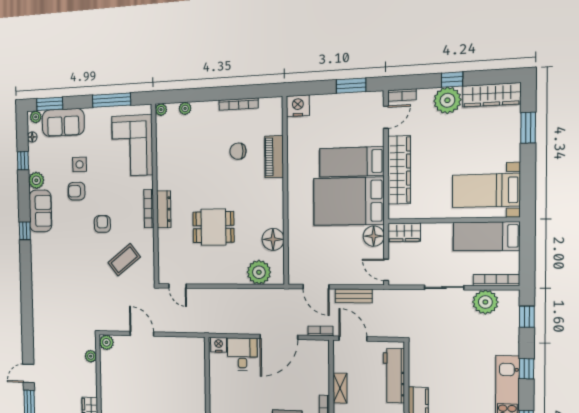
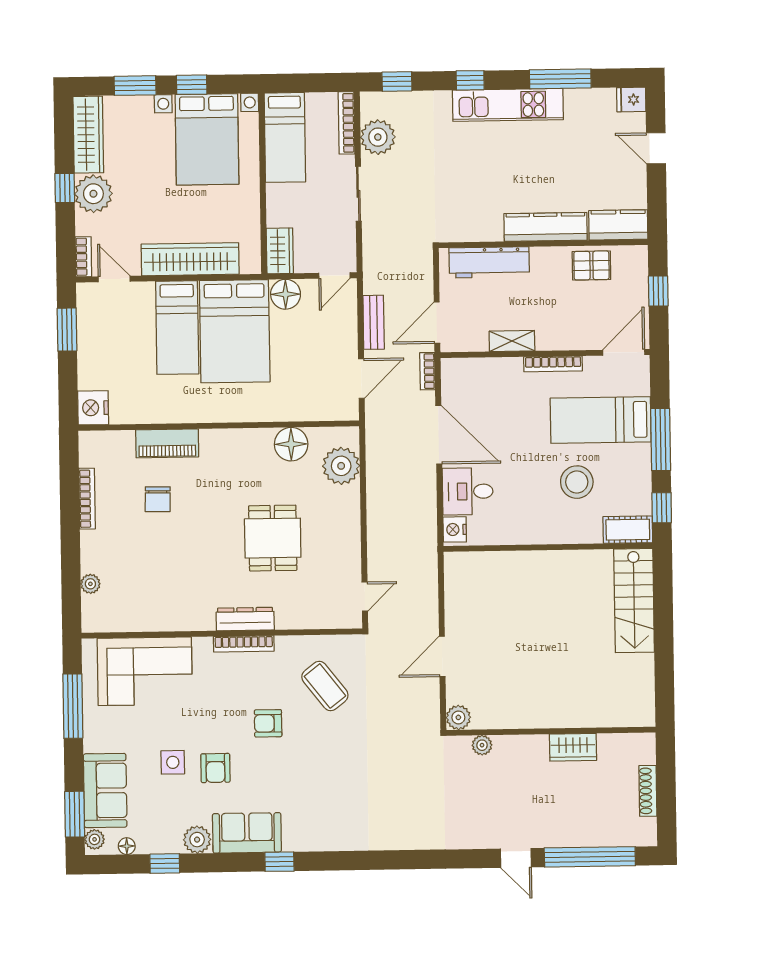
plant: (161, 110) -> (91, 623), removed
window: (528, 169) -> (192, 85), added
bed with nightstands: (486, 190) -> (207, 139), width x1.36

